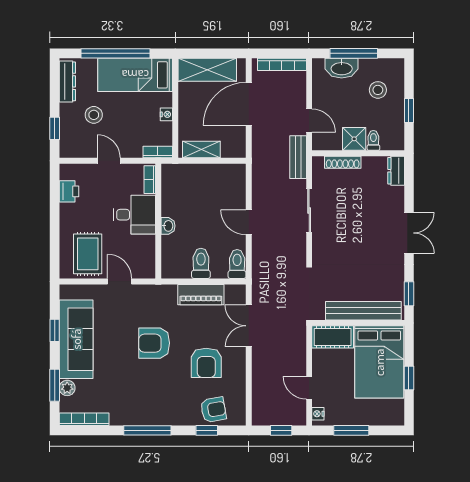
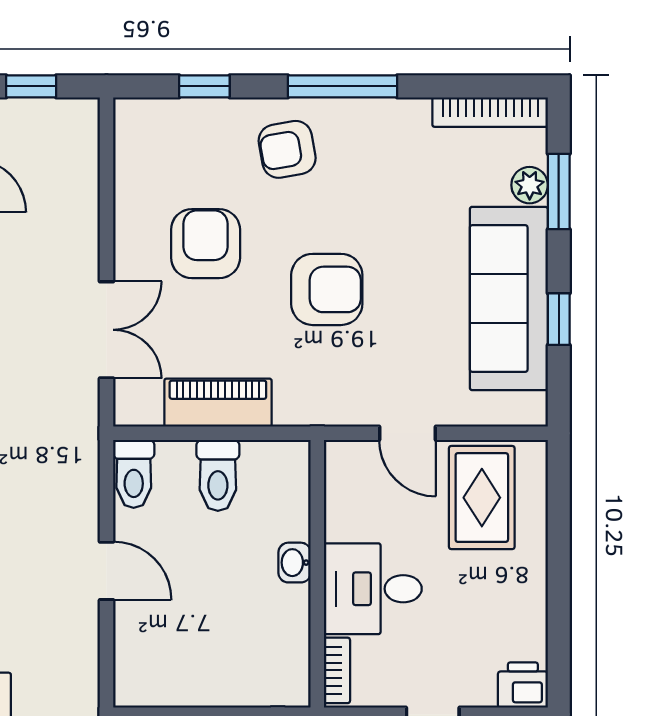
printer: (69, 191) -> (523, 685), moved, turned 90
armchair: (213, 410) -> (287, 149), moved

